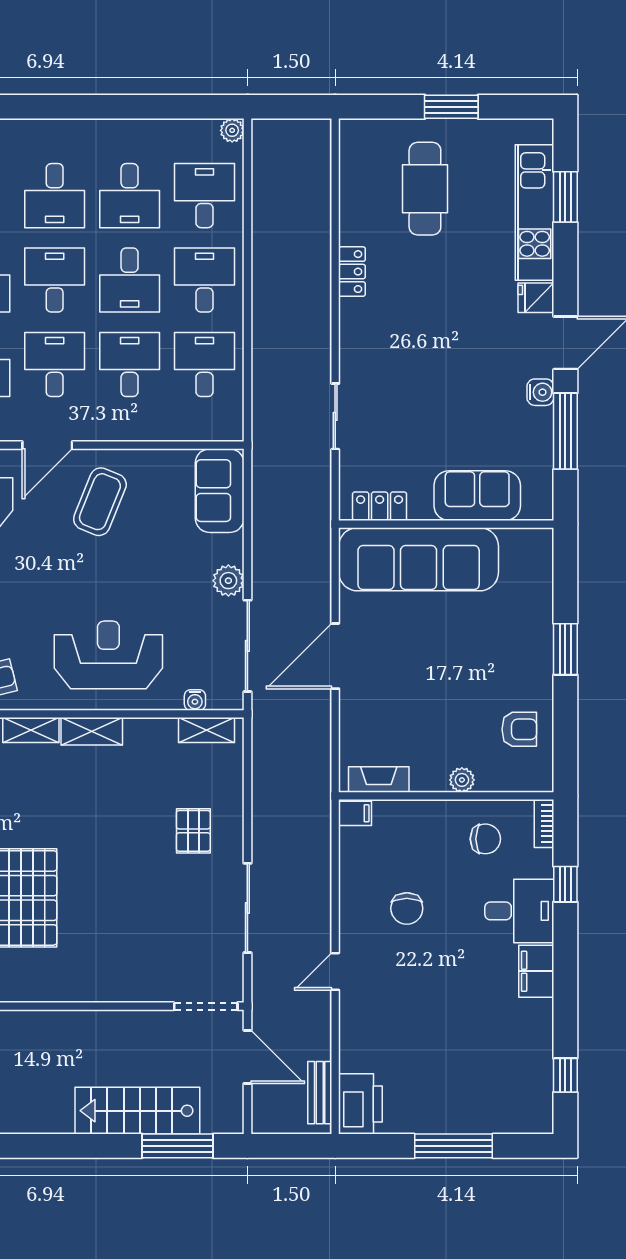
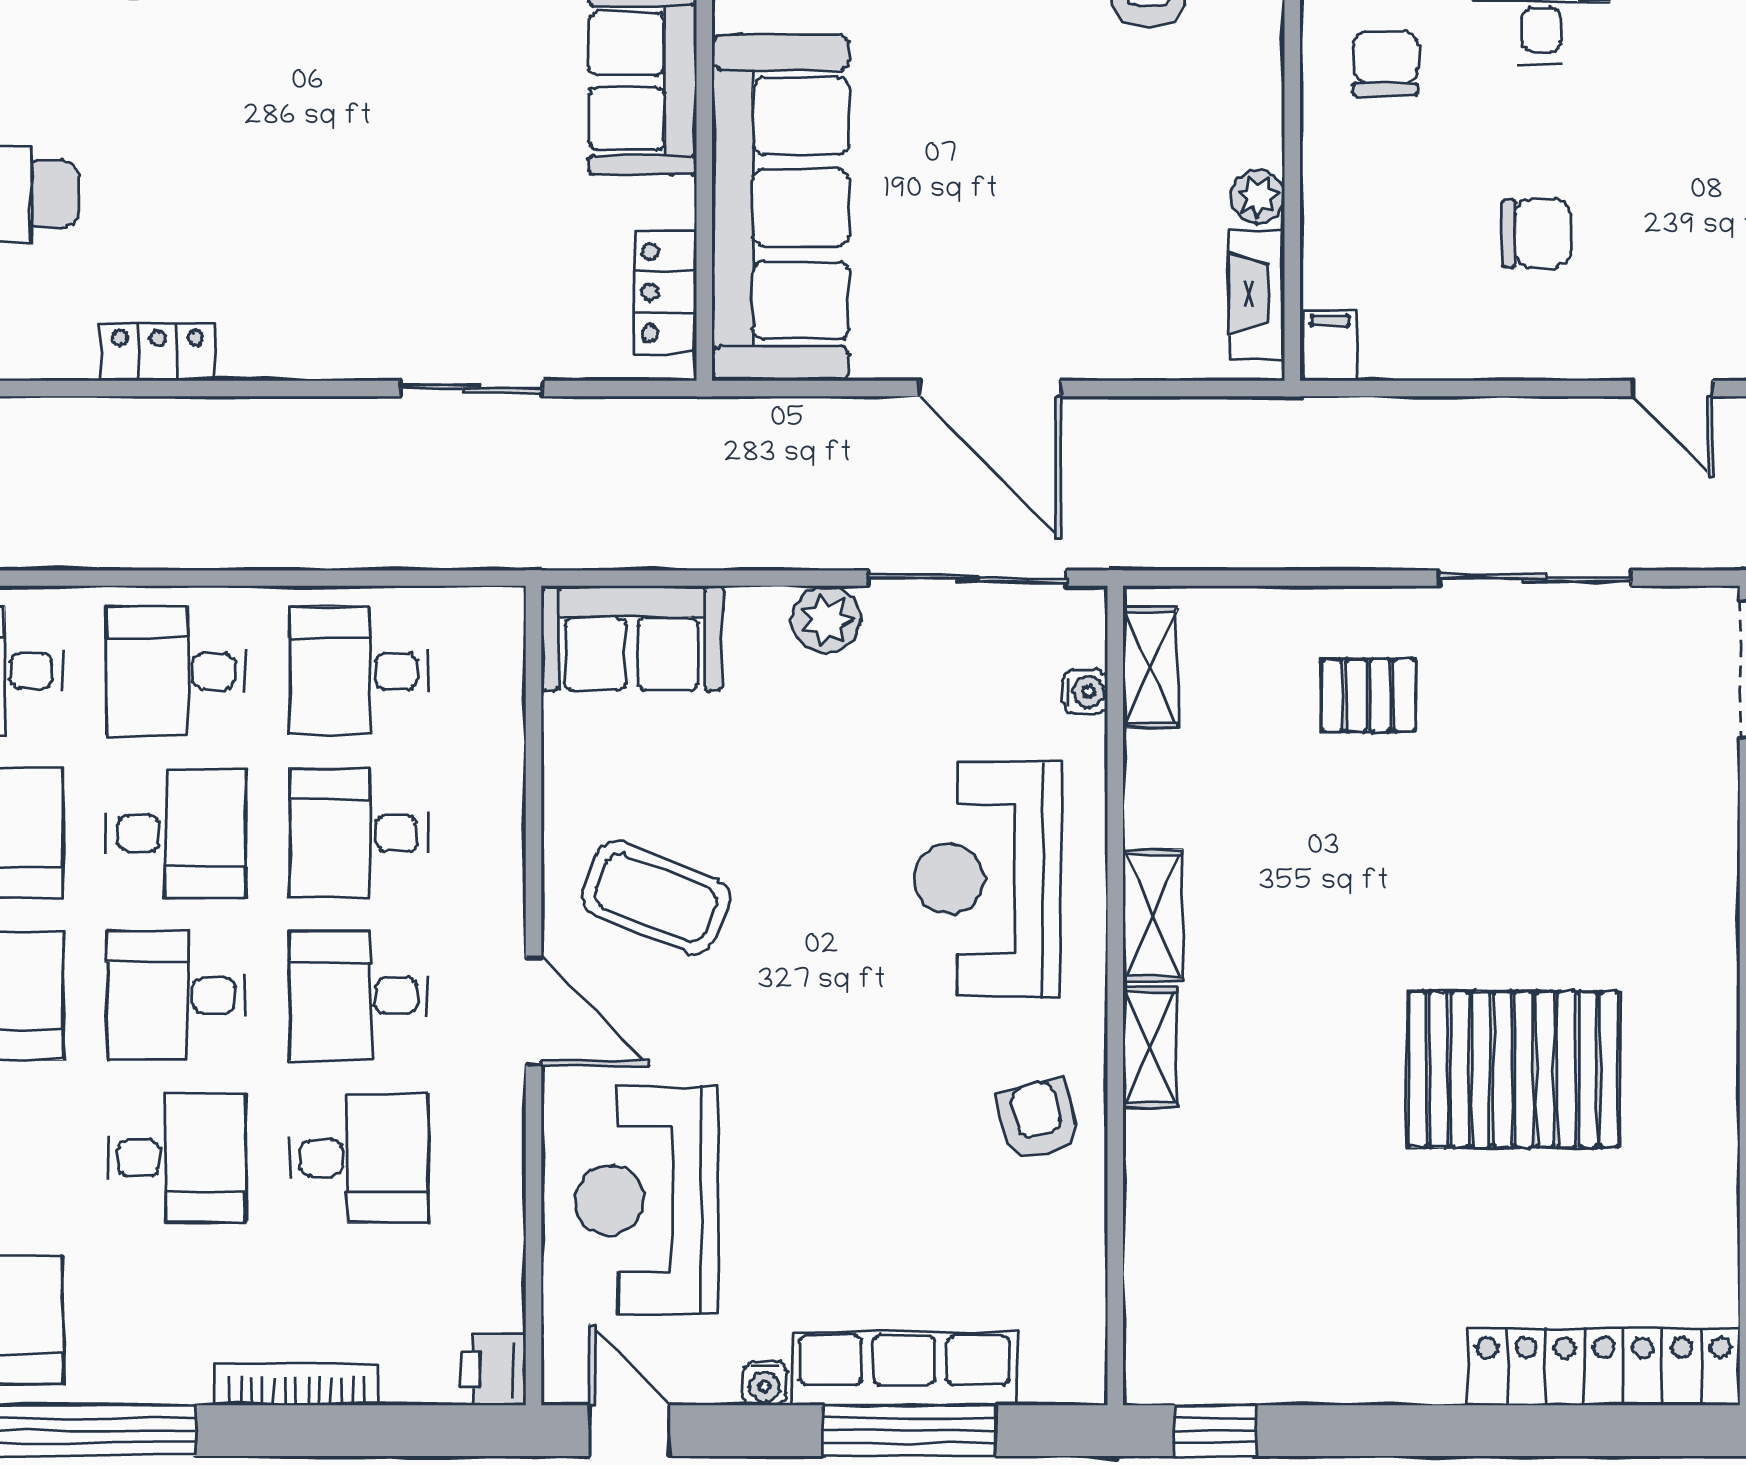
plant: (462, 780) -> (1258, 197), moved

